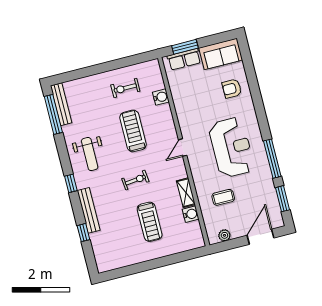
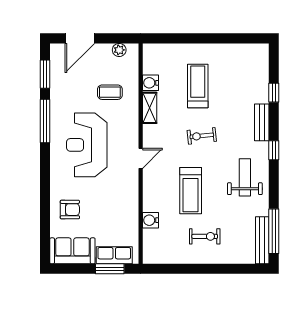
exercise bike: (125, 88) -> (205, 236), moved
bench: (89, 210) -> (262, 122), width x0.73

